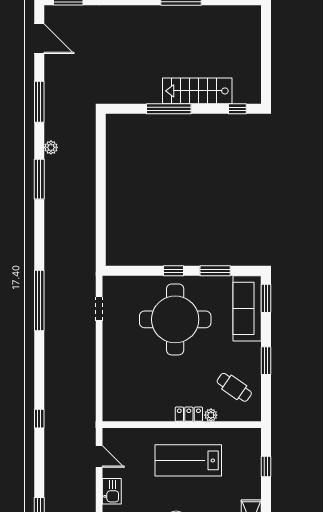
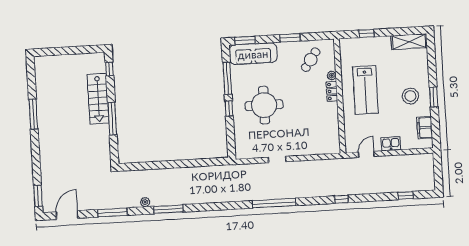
window: (215, 271) -> (227, 78), width x1.44
window: (39, 301) -> (274, 203), moved
doorway: (99, 309) -> (277, 159), moved
round table: (175, 319) -> (264, 105), width x0.73, depth x0.73

